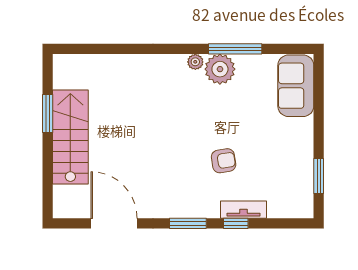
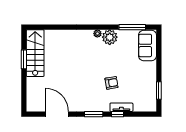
window: (235, 49) -> (132, 27), moved
stairs: (70, 137) -> (35, 53), moved

